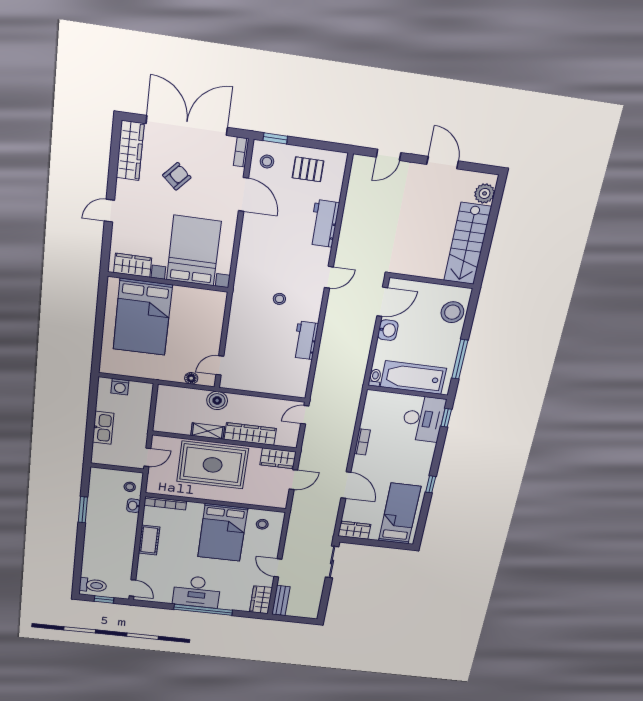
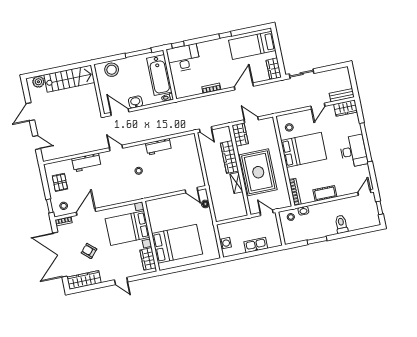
boiler: (217, 400) -> (214, 184), removed
toilet: (93, 585) -> (341, 224), moved

